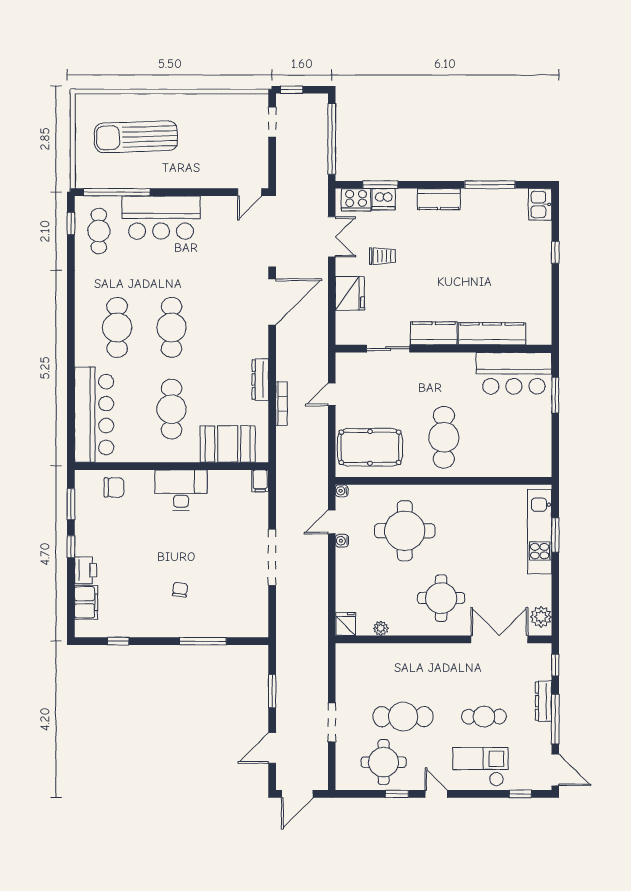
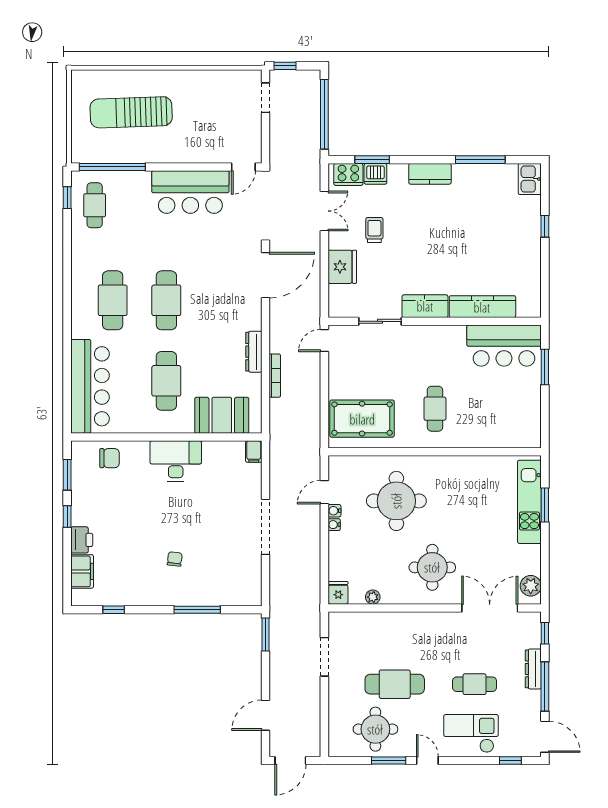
bar counter: (161, 218) -> (190, 192), moved
trolley: (382, 256) -> (374, 230), turned -90
door: (332, 394) -> (324, 340), moved
cafe table: (444, 437) -> (435, 409), width x0.73, depth x0.74
water cooler: (342, 491) -> (334, 525), moved
window: (272, 691) -> (266, 635), moved
doorway: (332, 722) -> (324, 657), moved
window: (397, 794) -> (389, 760), width x1.50

